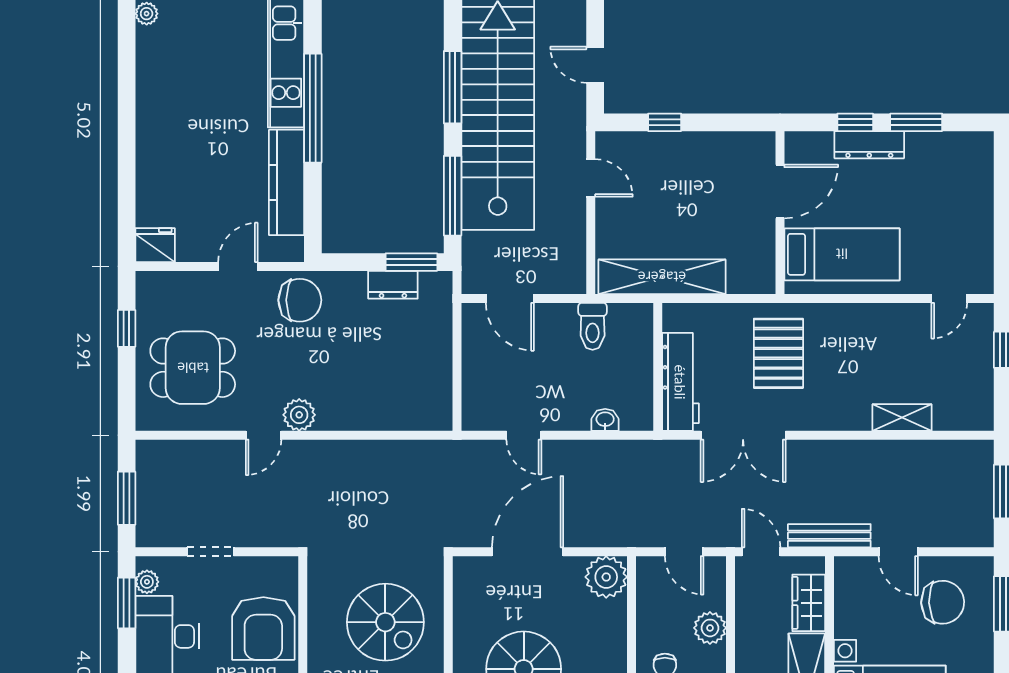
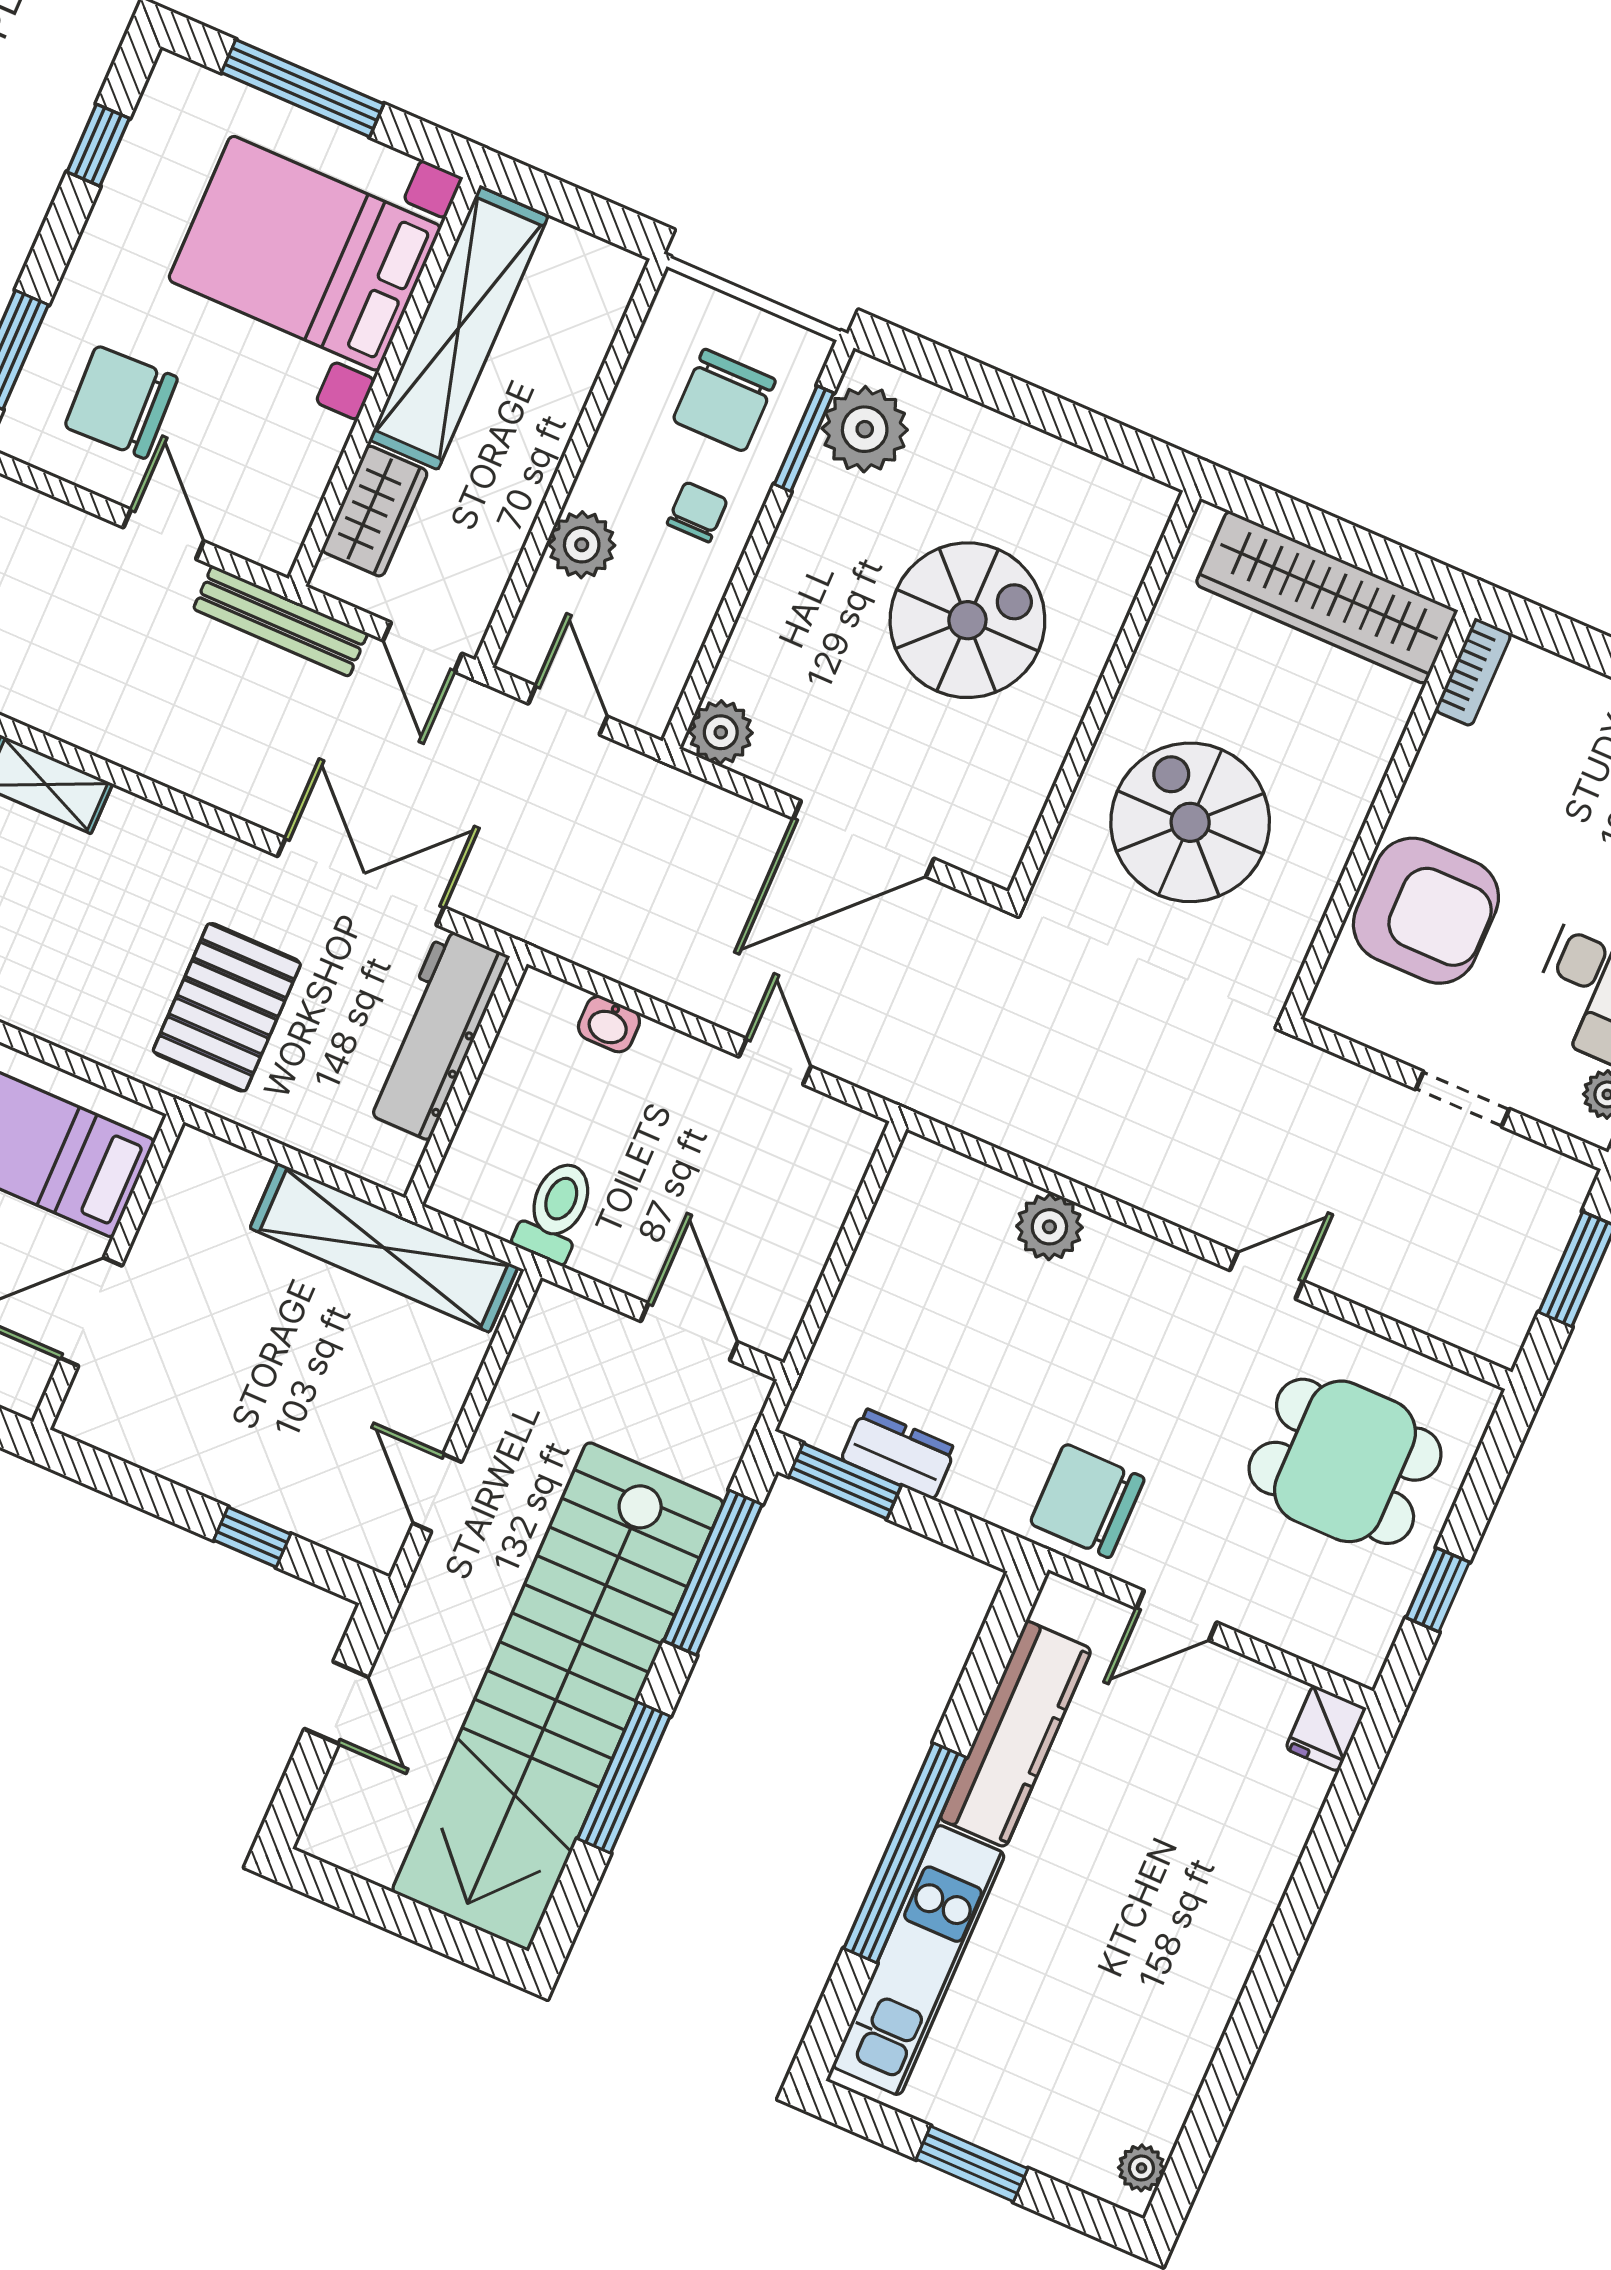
fridge: (155, 245) -> (1326, 1728), width x0.72
plant: (299, 415) -> (1049, 1227), moved
plant: (606, 577) -> (721, 732), width x0.73, depth x0.73
armchair: (263, 628) -> (1426, 911), turned 90

